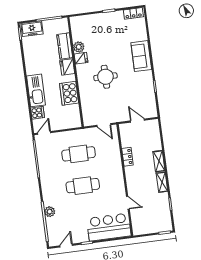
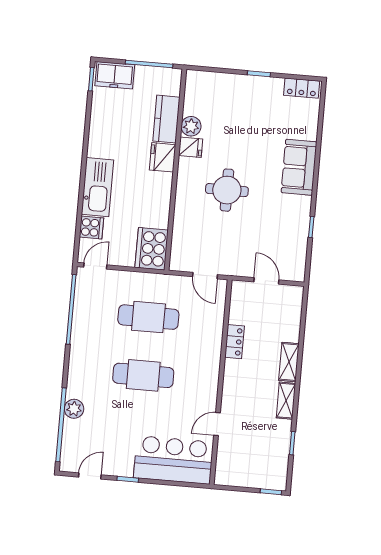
cooker: (69, 93) -> (152, 249), moved
door: (128, 203) -> (217, 424), swing flipped

